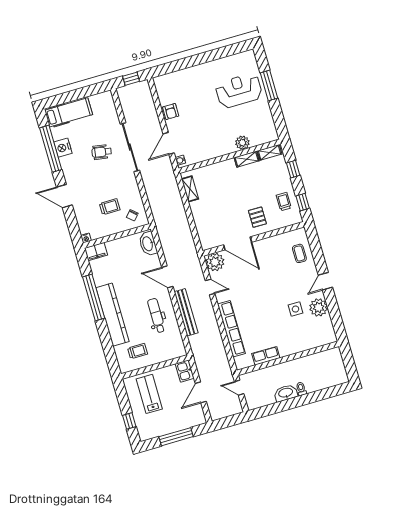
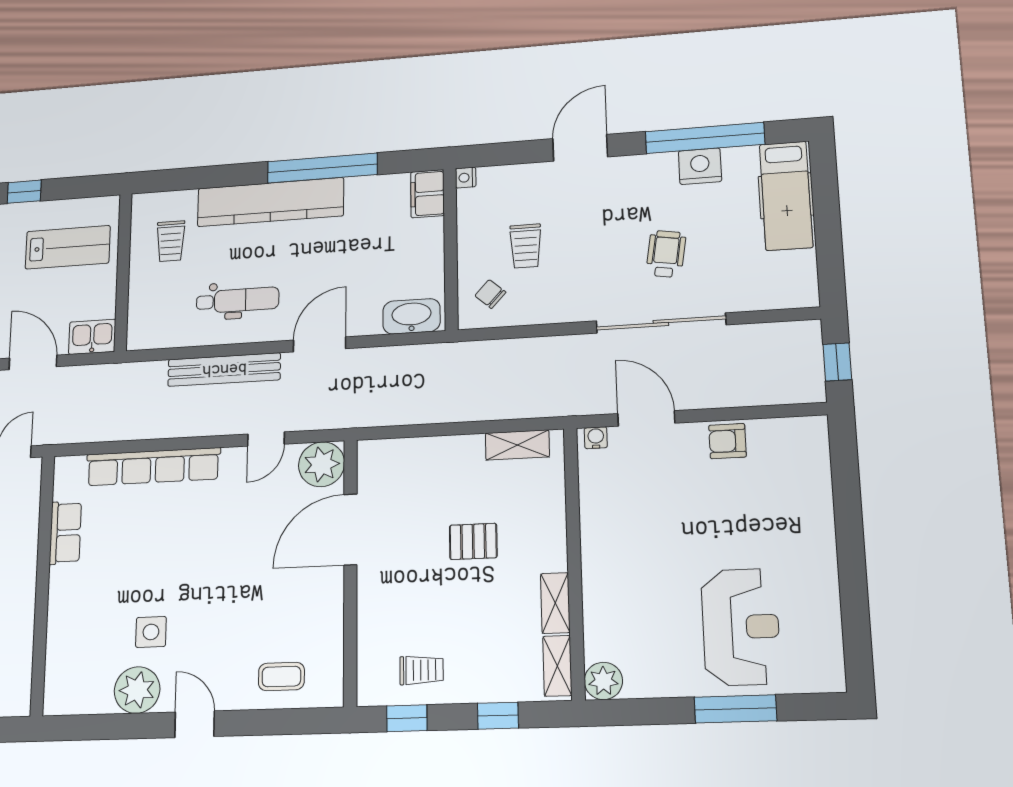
plant: (242, 143) -> (603, 681), moved
pallet: (257, 217) -> (473, 541), moved

